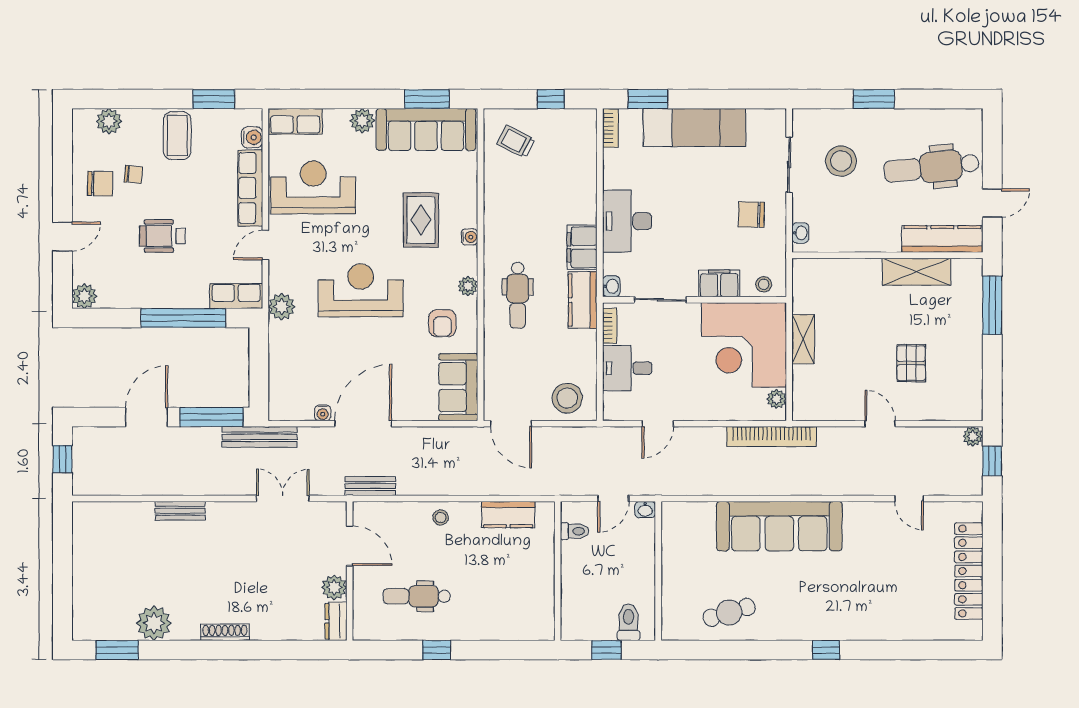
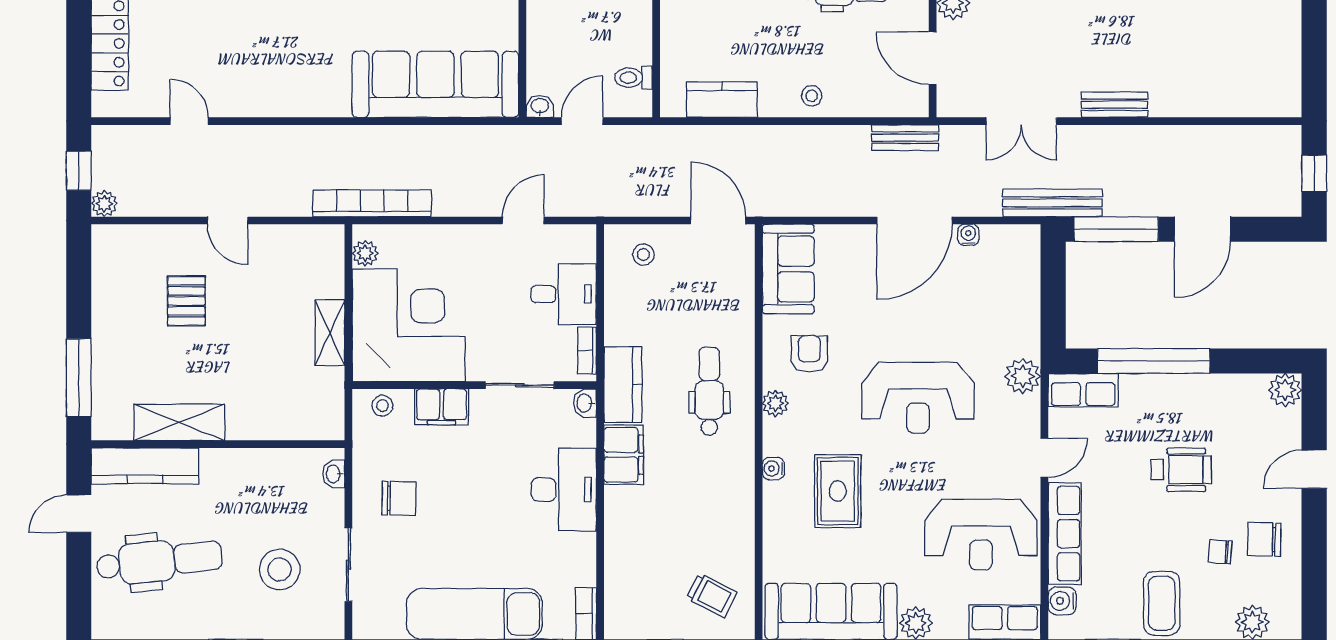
stool: (567, 398) -> (643, 254), width x0.53, depth x0.53
bench: (180, 511) -> (1114, 105), moved
sofa: (779, 526) -> (435, 84), moved

